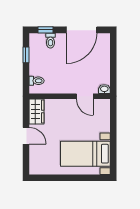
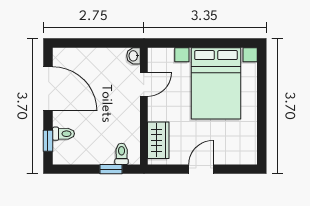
window: (26, 55) -> (111, 169), moved
wardrobe: (37, 111) -> (158, 140), moved, turned 90
bed with nightstands: (85, 154) -> (216, 83), width x1.36

